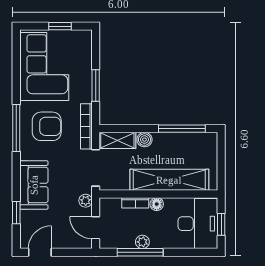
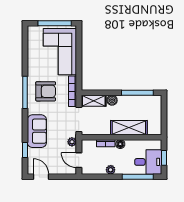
window: (60, 26) -> (55, 23), width x2.17
corner sofa: (44, 67) -> (60, 52), moved, turned 180
window: (96, 85) -> (79, 64), removed
shelving: (169, 180) -> (129, 128), width x0.68
desk: (198, 224) -> (148, 162), width x0.73
door: (40, 252) -> (41, 177), hinge flipped
window: (140, 252) -> (138, 177), moved

